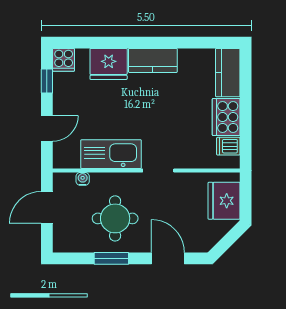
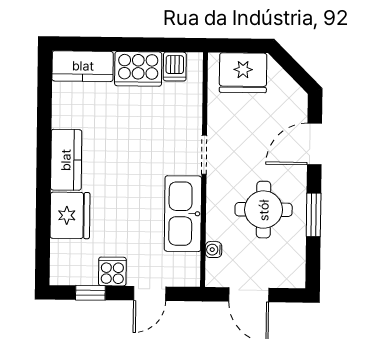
cooker: (64, 60) -> (112, 271), moved, turned -90
door: (47, 128) -> (150, 294), swing flipped

